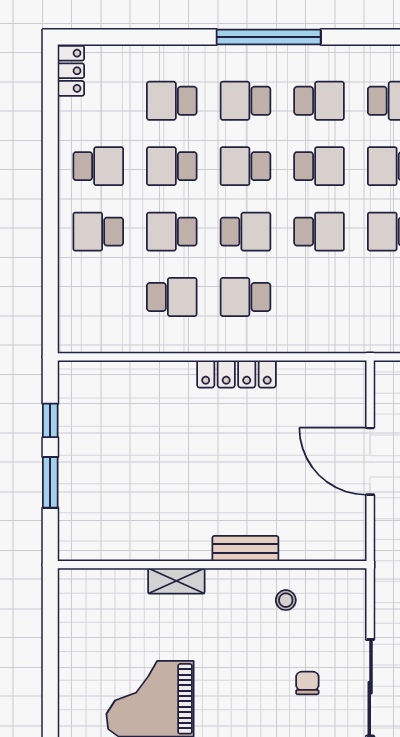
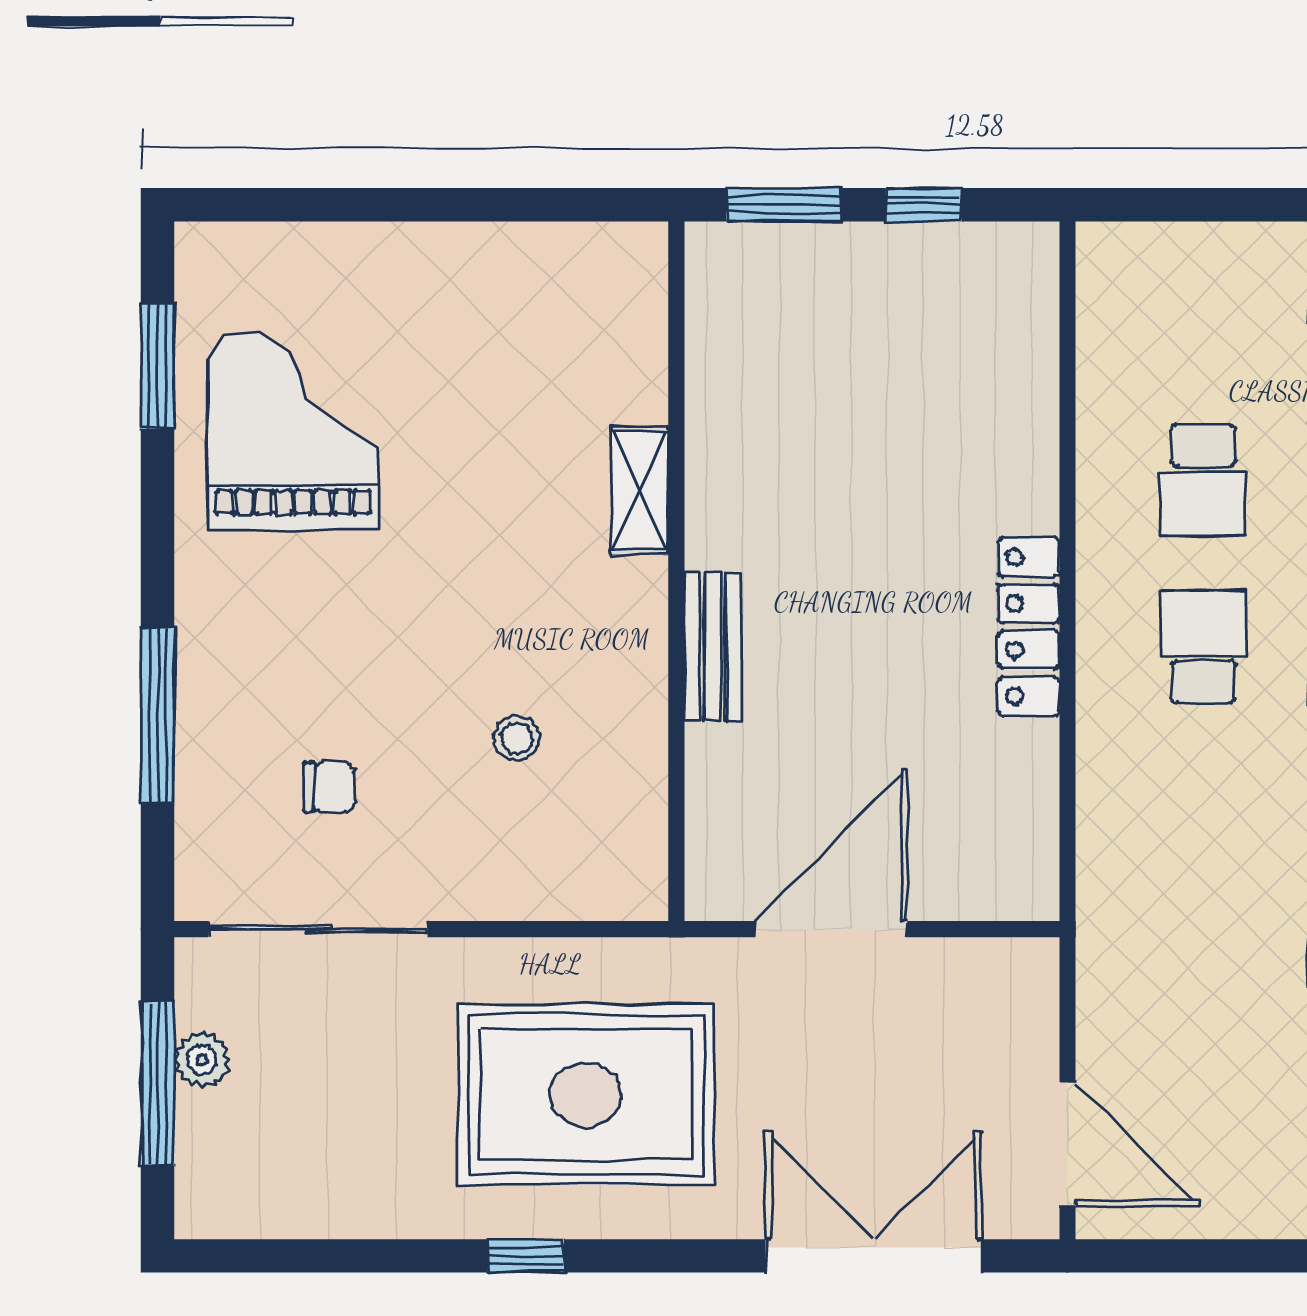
bench: (245, 549) -> (713, 647), moved
wall: (212, 565) -> (676, 571), moved
shelving: (176, 581) -> (640, 490), moved

